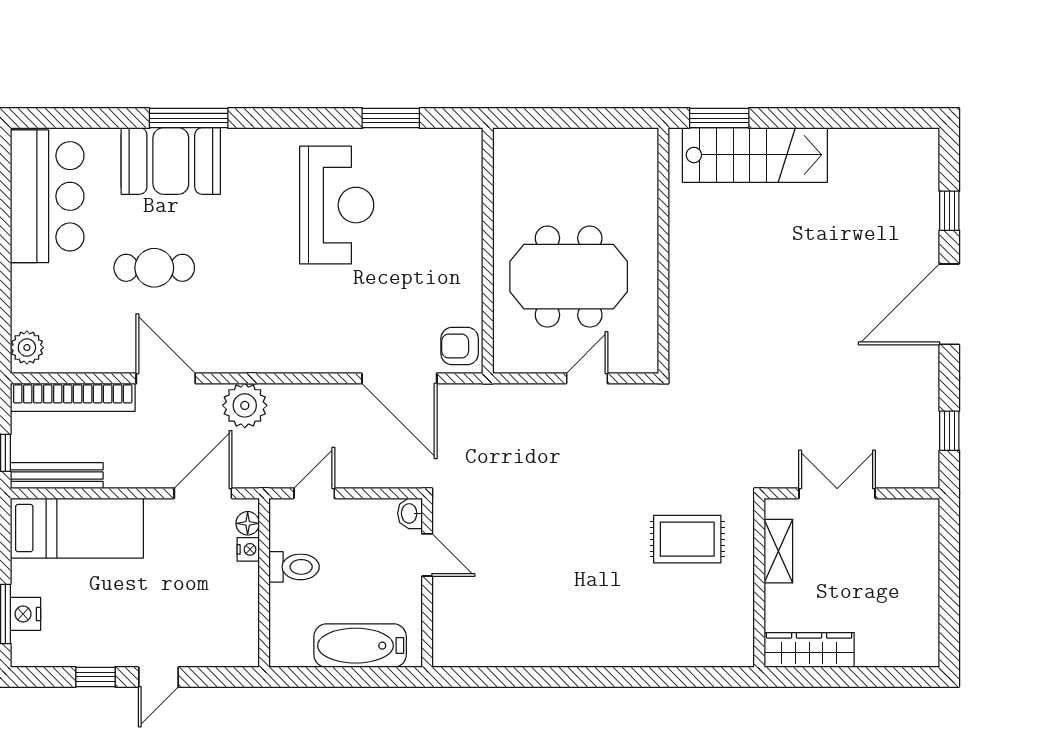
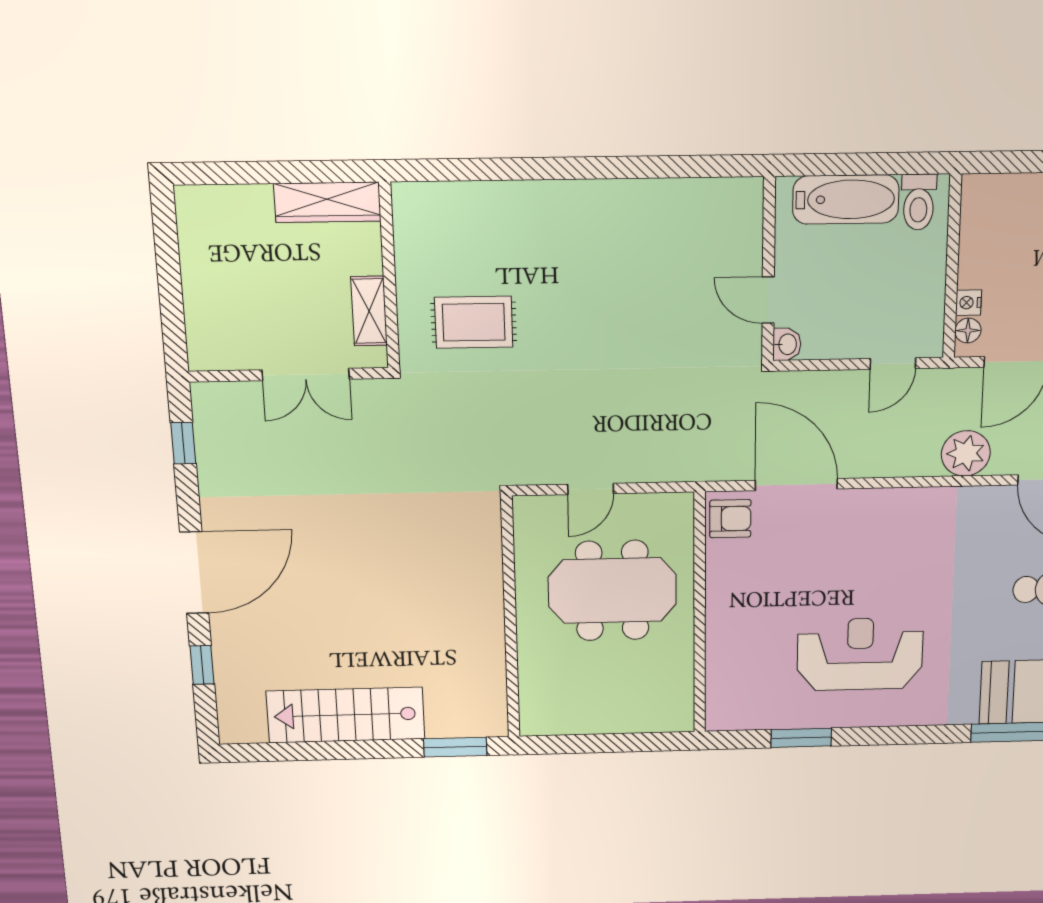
stairs: (755, 155) -> (346, 715), moved
reception desk: (337, 205) -> (860, 654), turned 90
toilet: (294, 567) -> (919, 202), moved, turned -90

